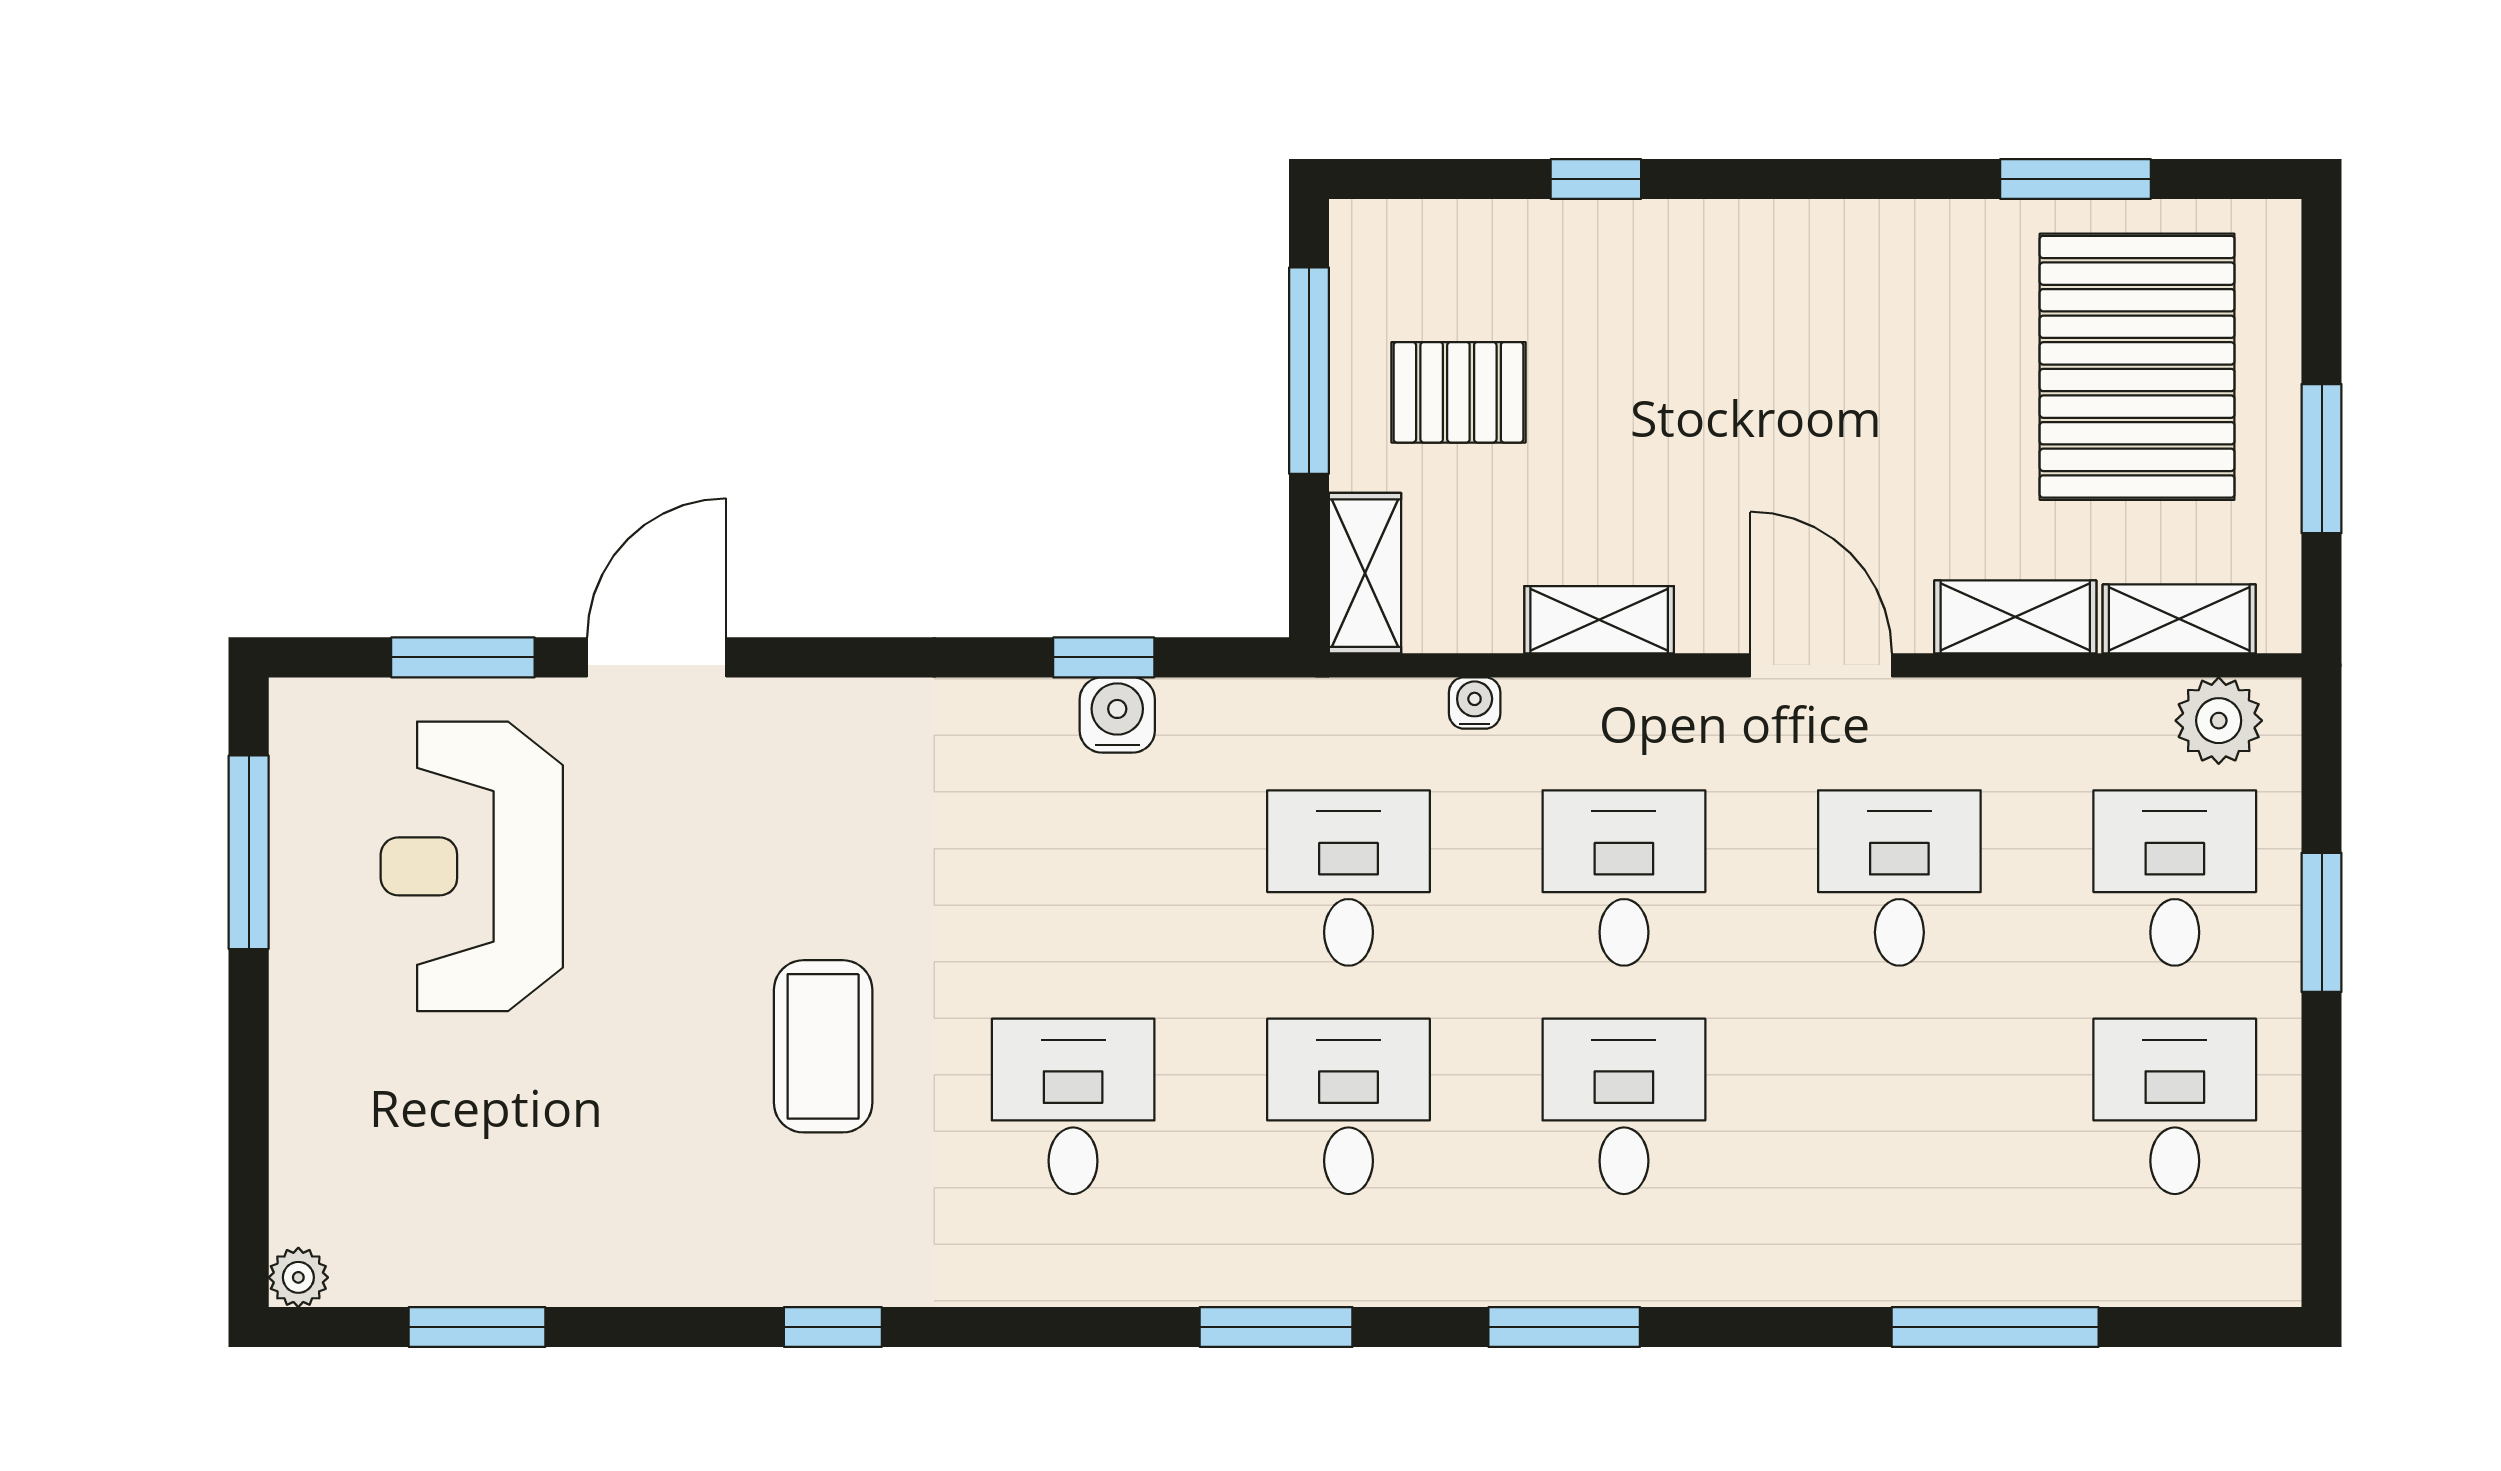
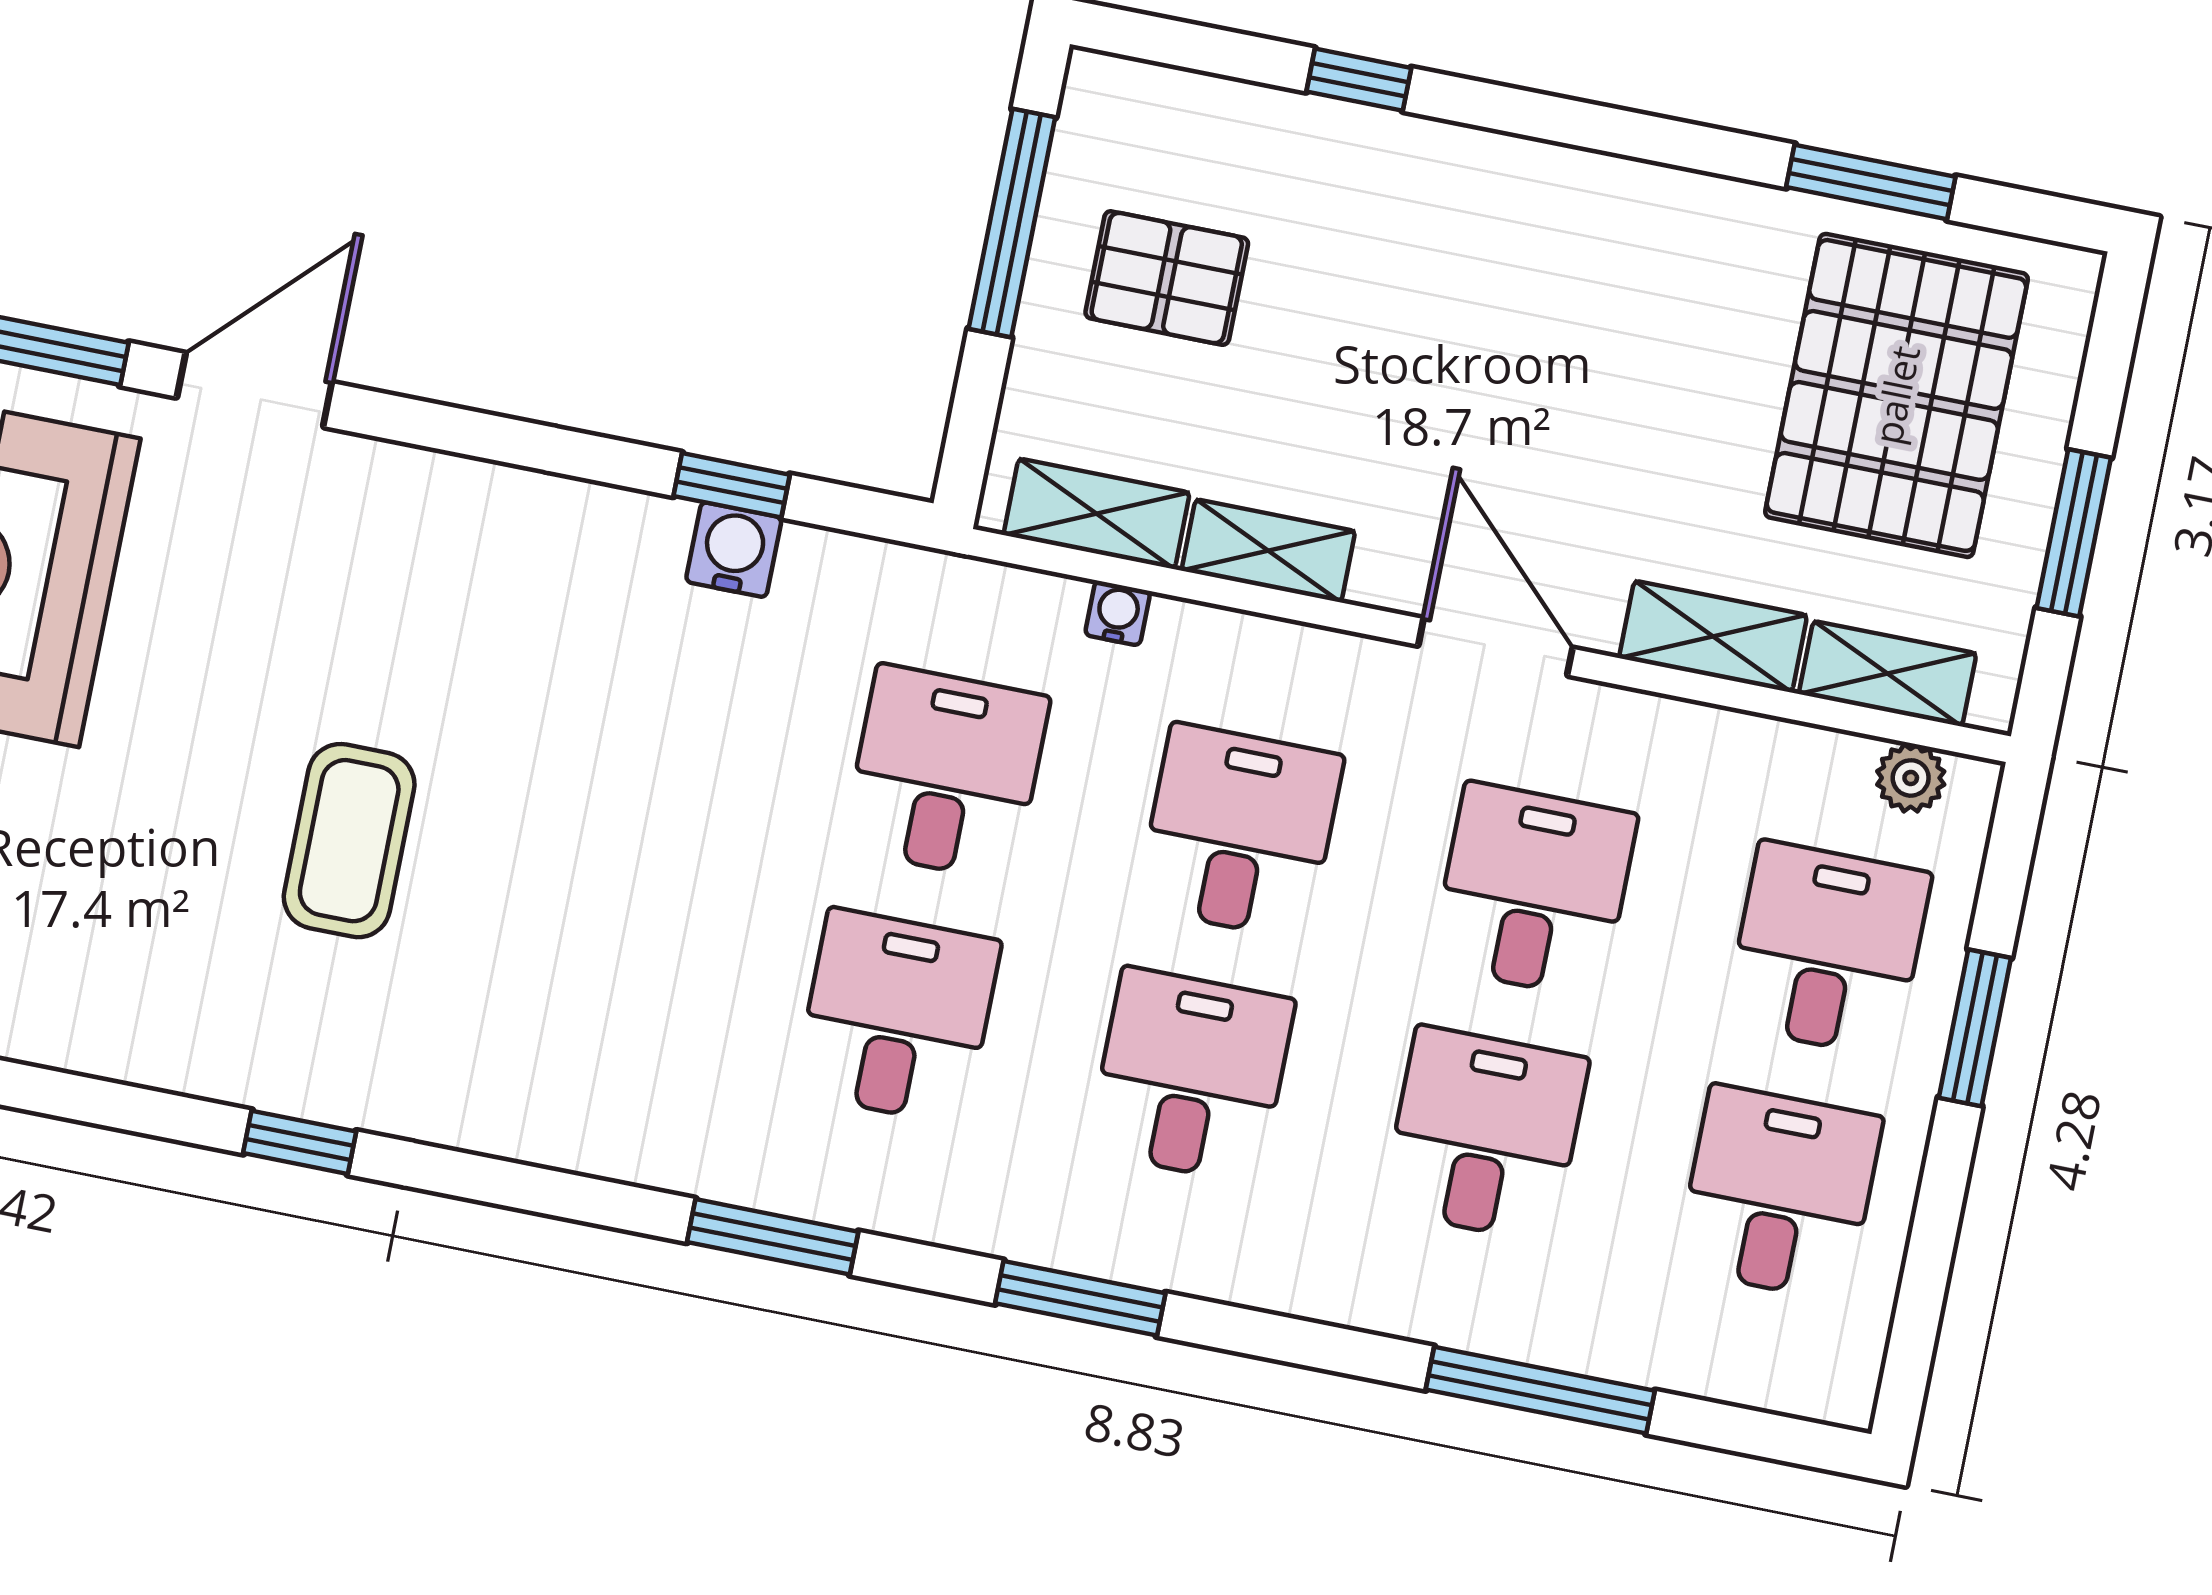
shelving: (1365, 573) -> (1097, 514), moved, turned 90
plant: (2219, 721) -> (1911, 778), width x0.73, depth x0.73
desk: (1073, 1106) -> (1485, 1134), moved

